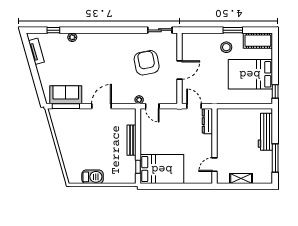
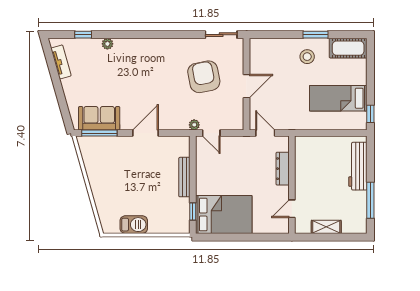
bed: (250, 74) -> (338, 98), width x0.67
dresser: (207, 121) -> (283, 169), moved

